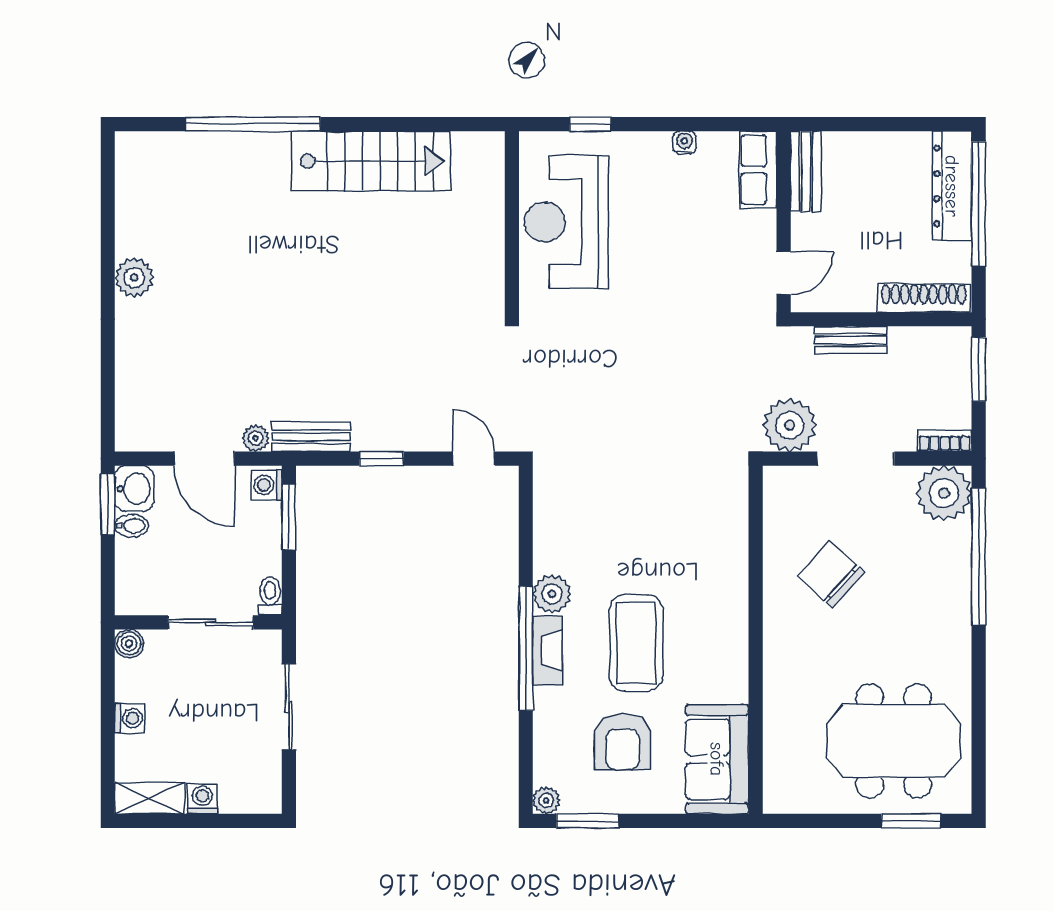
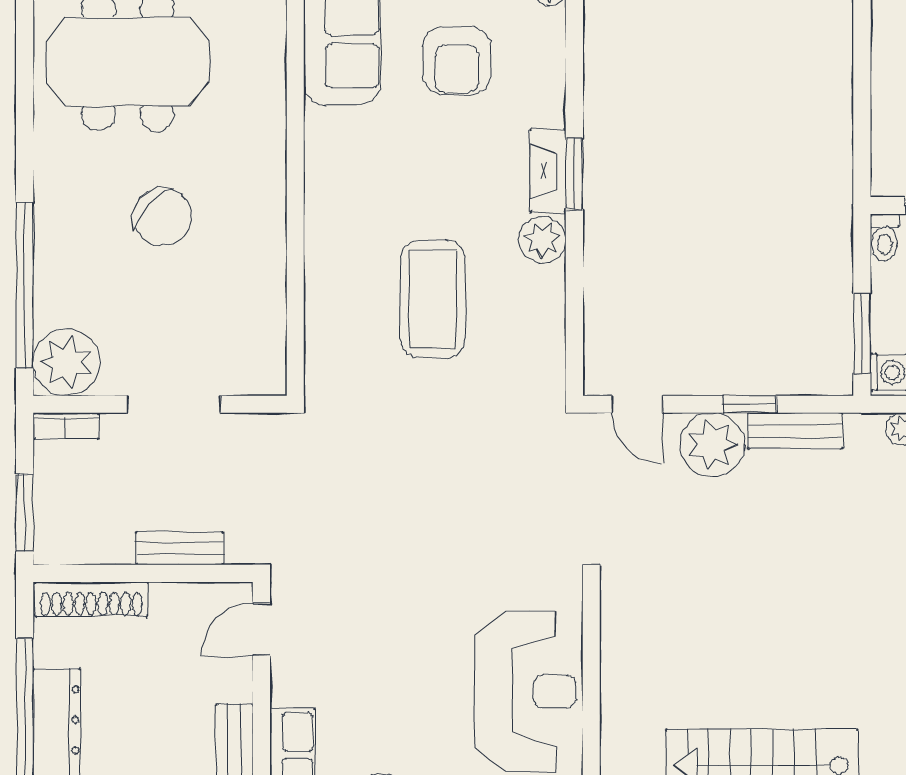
plant: (790, 425) -> (712, 445), moved
bench: (311, 437) -> (795, 431), moved
chair: (831, 574) -> (162, 217), moved
coffee table: (636, 643) -> (432, 299), moved
window: (526, 648) -> (574, 174), width x0.47
sliding door: (289, 707) -> (862, 103), removed
armchair: (623, 742) -> (457, 61), turned 180

